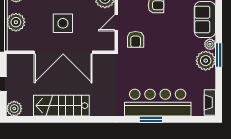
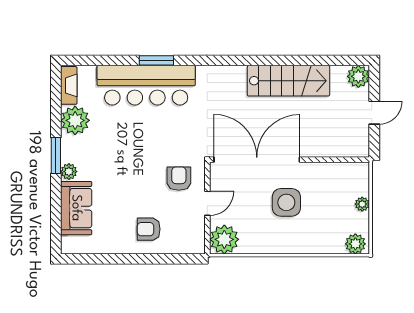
plant: (16, 22) -> (362, 204), width x0.53, depth x0.53
double door: (63, 52) -> (257, 160), moved
plant: (206, 61) -> (75, 120), moved

